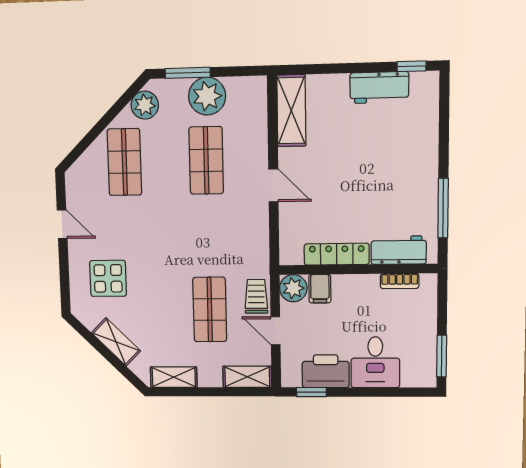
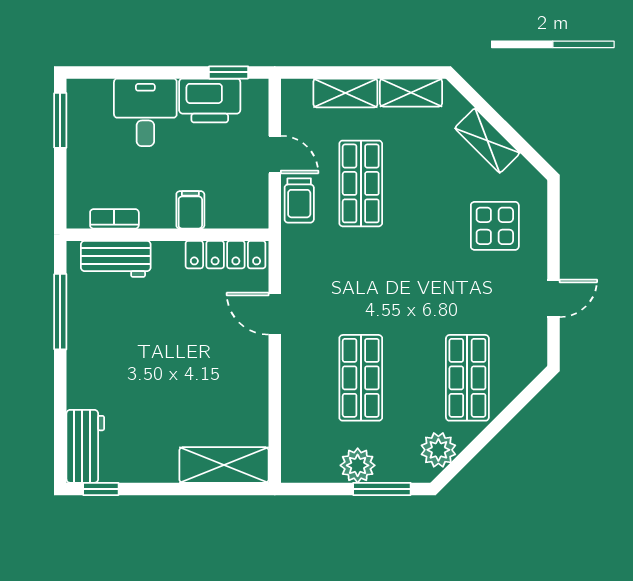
workbench: (379, 87) -> (85, 446), moved, turned 90
plant: (207, 96) -> (358, 465), width x0.73, depth x0.73
shelving: (291, 111) -> (224, 465), moved, turned 90
door: (273, 185) -> (275, 314), moved
door: (62, 224) -> (553, 298), swing flipped
locker: (337, 254) -> (225, 255), moved
plant: (293, 288) -> (251, 211), removed
filing cabinet: (320, 289) -> (190, 210), moved
shelving: (247, 377) -> (345, 93), moved

